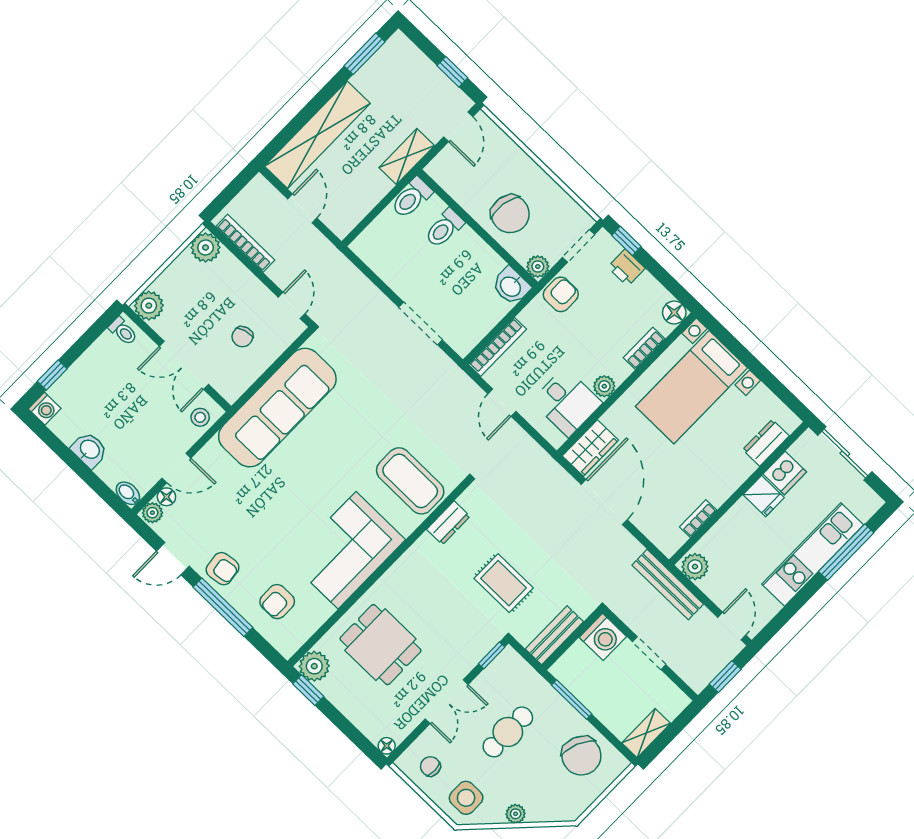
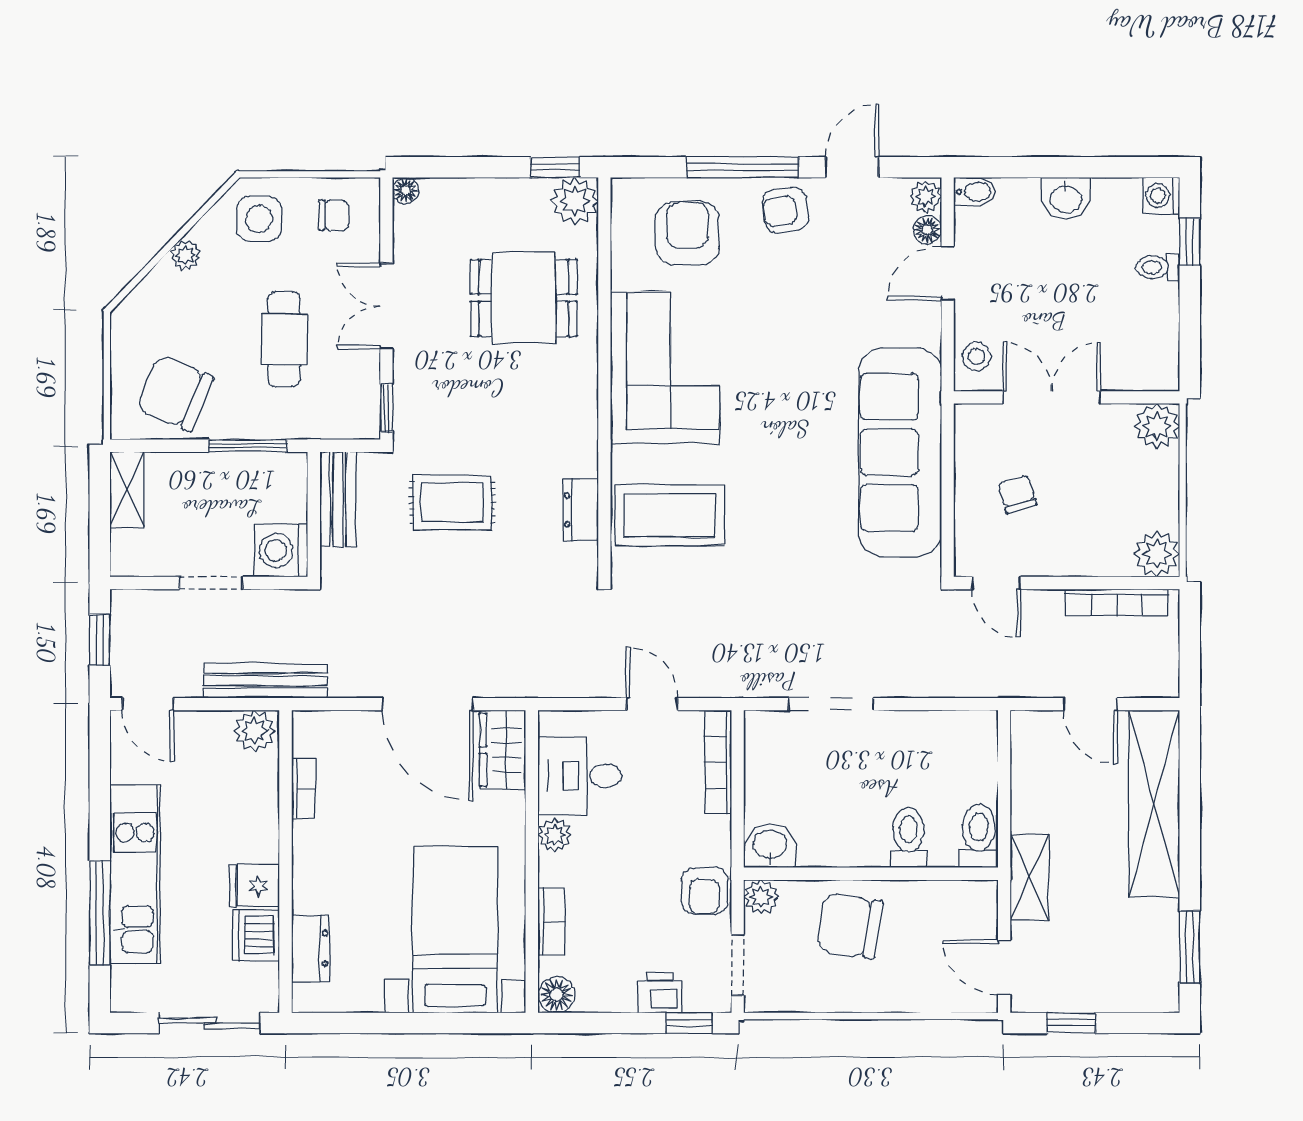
toilet: (123, 331) -> (1158, 267), moved
armchair: (277, 602) -> (687, 233), width x1.38, depth x1.38

